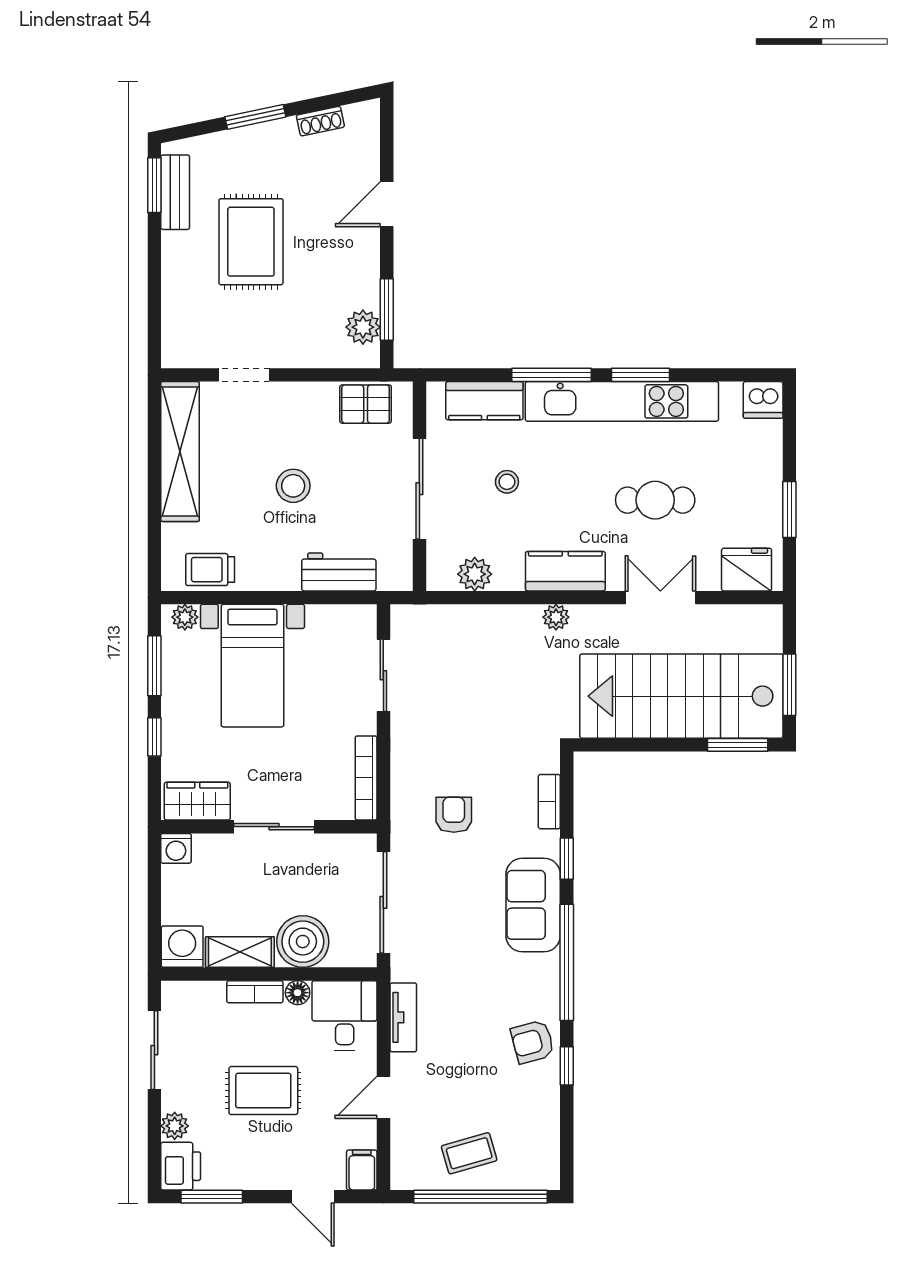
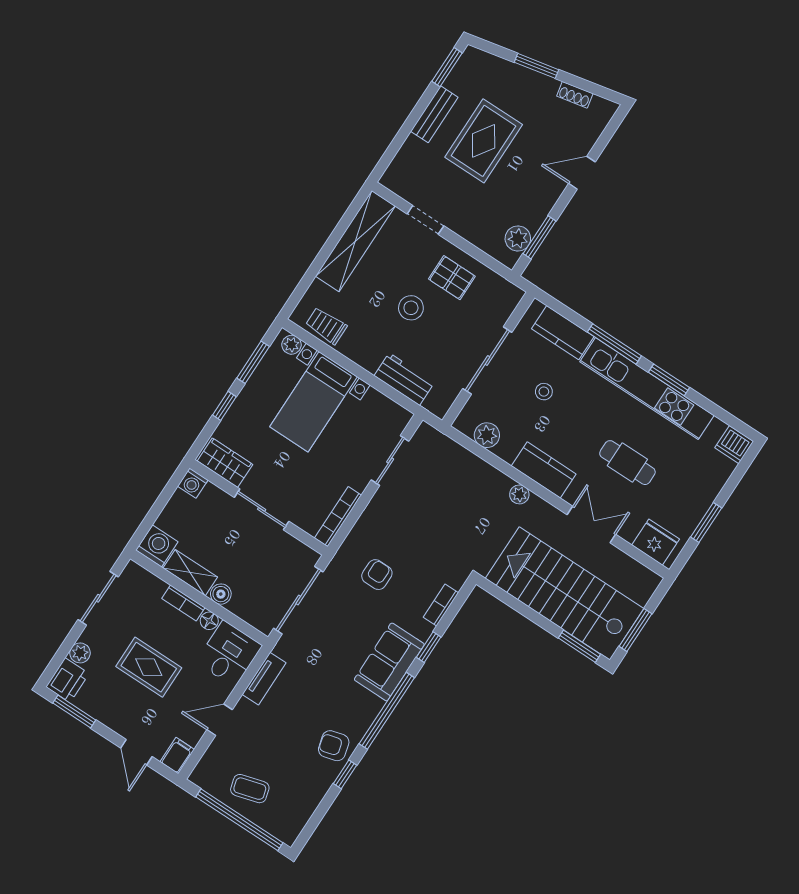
bench: (175, 192) -> (434, 114), moved
pallet: (366, 404) -> (452, 278), moved
boiler: (303, 942) -> (221, 594), width x0.54, depth x0.54

